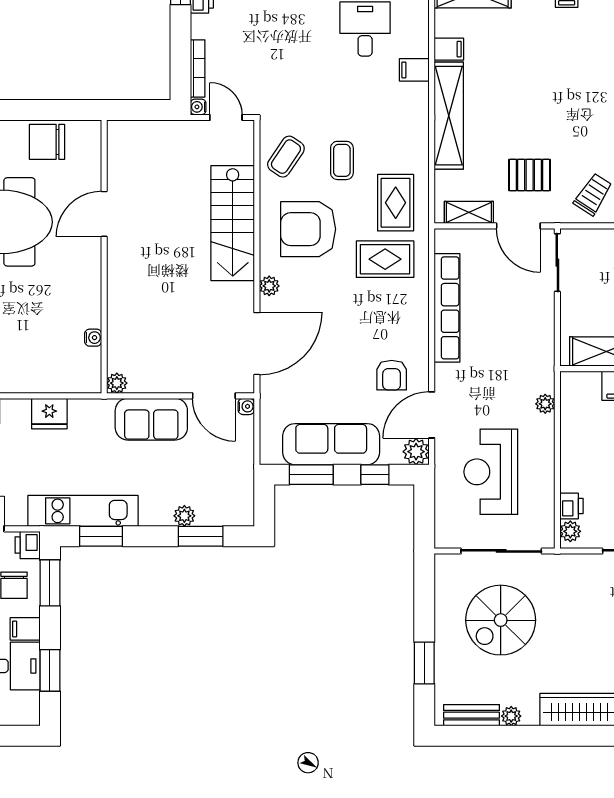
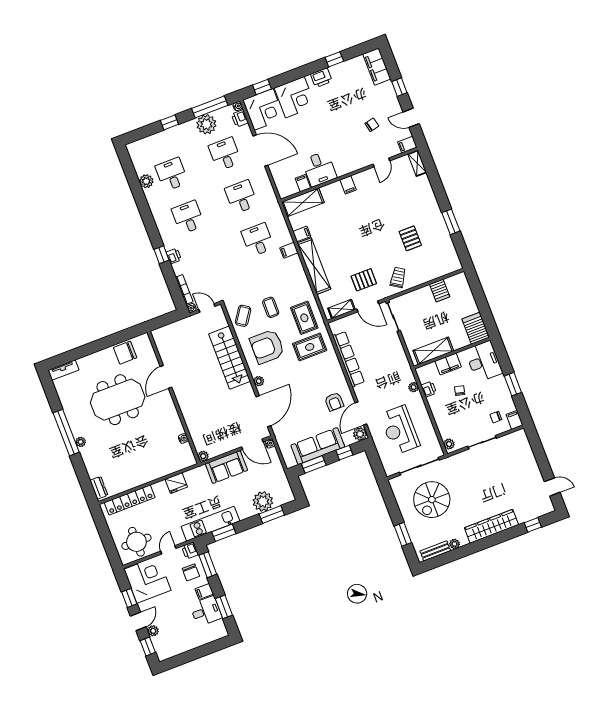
printer: (571, 506) -> (429, 389), moved
plant: (184, 516) -> (263, 501), width x1.87, depth x1.87

